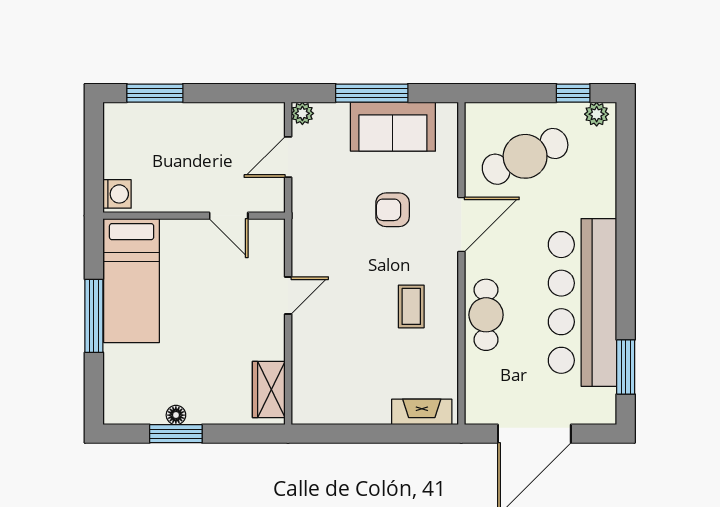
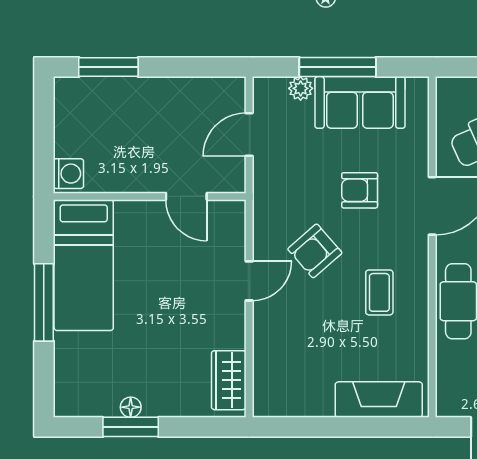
plant: (302, 113) -> (301, 88), moved
armchair: (350, 267) -> (315, 251), added
fireplace: (422, 412) -> (379, 400), width x1.37, depth x1.32

